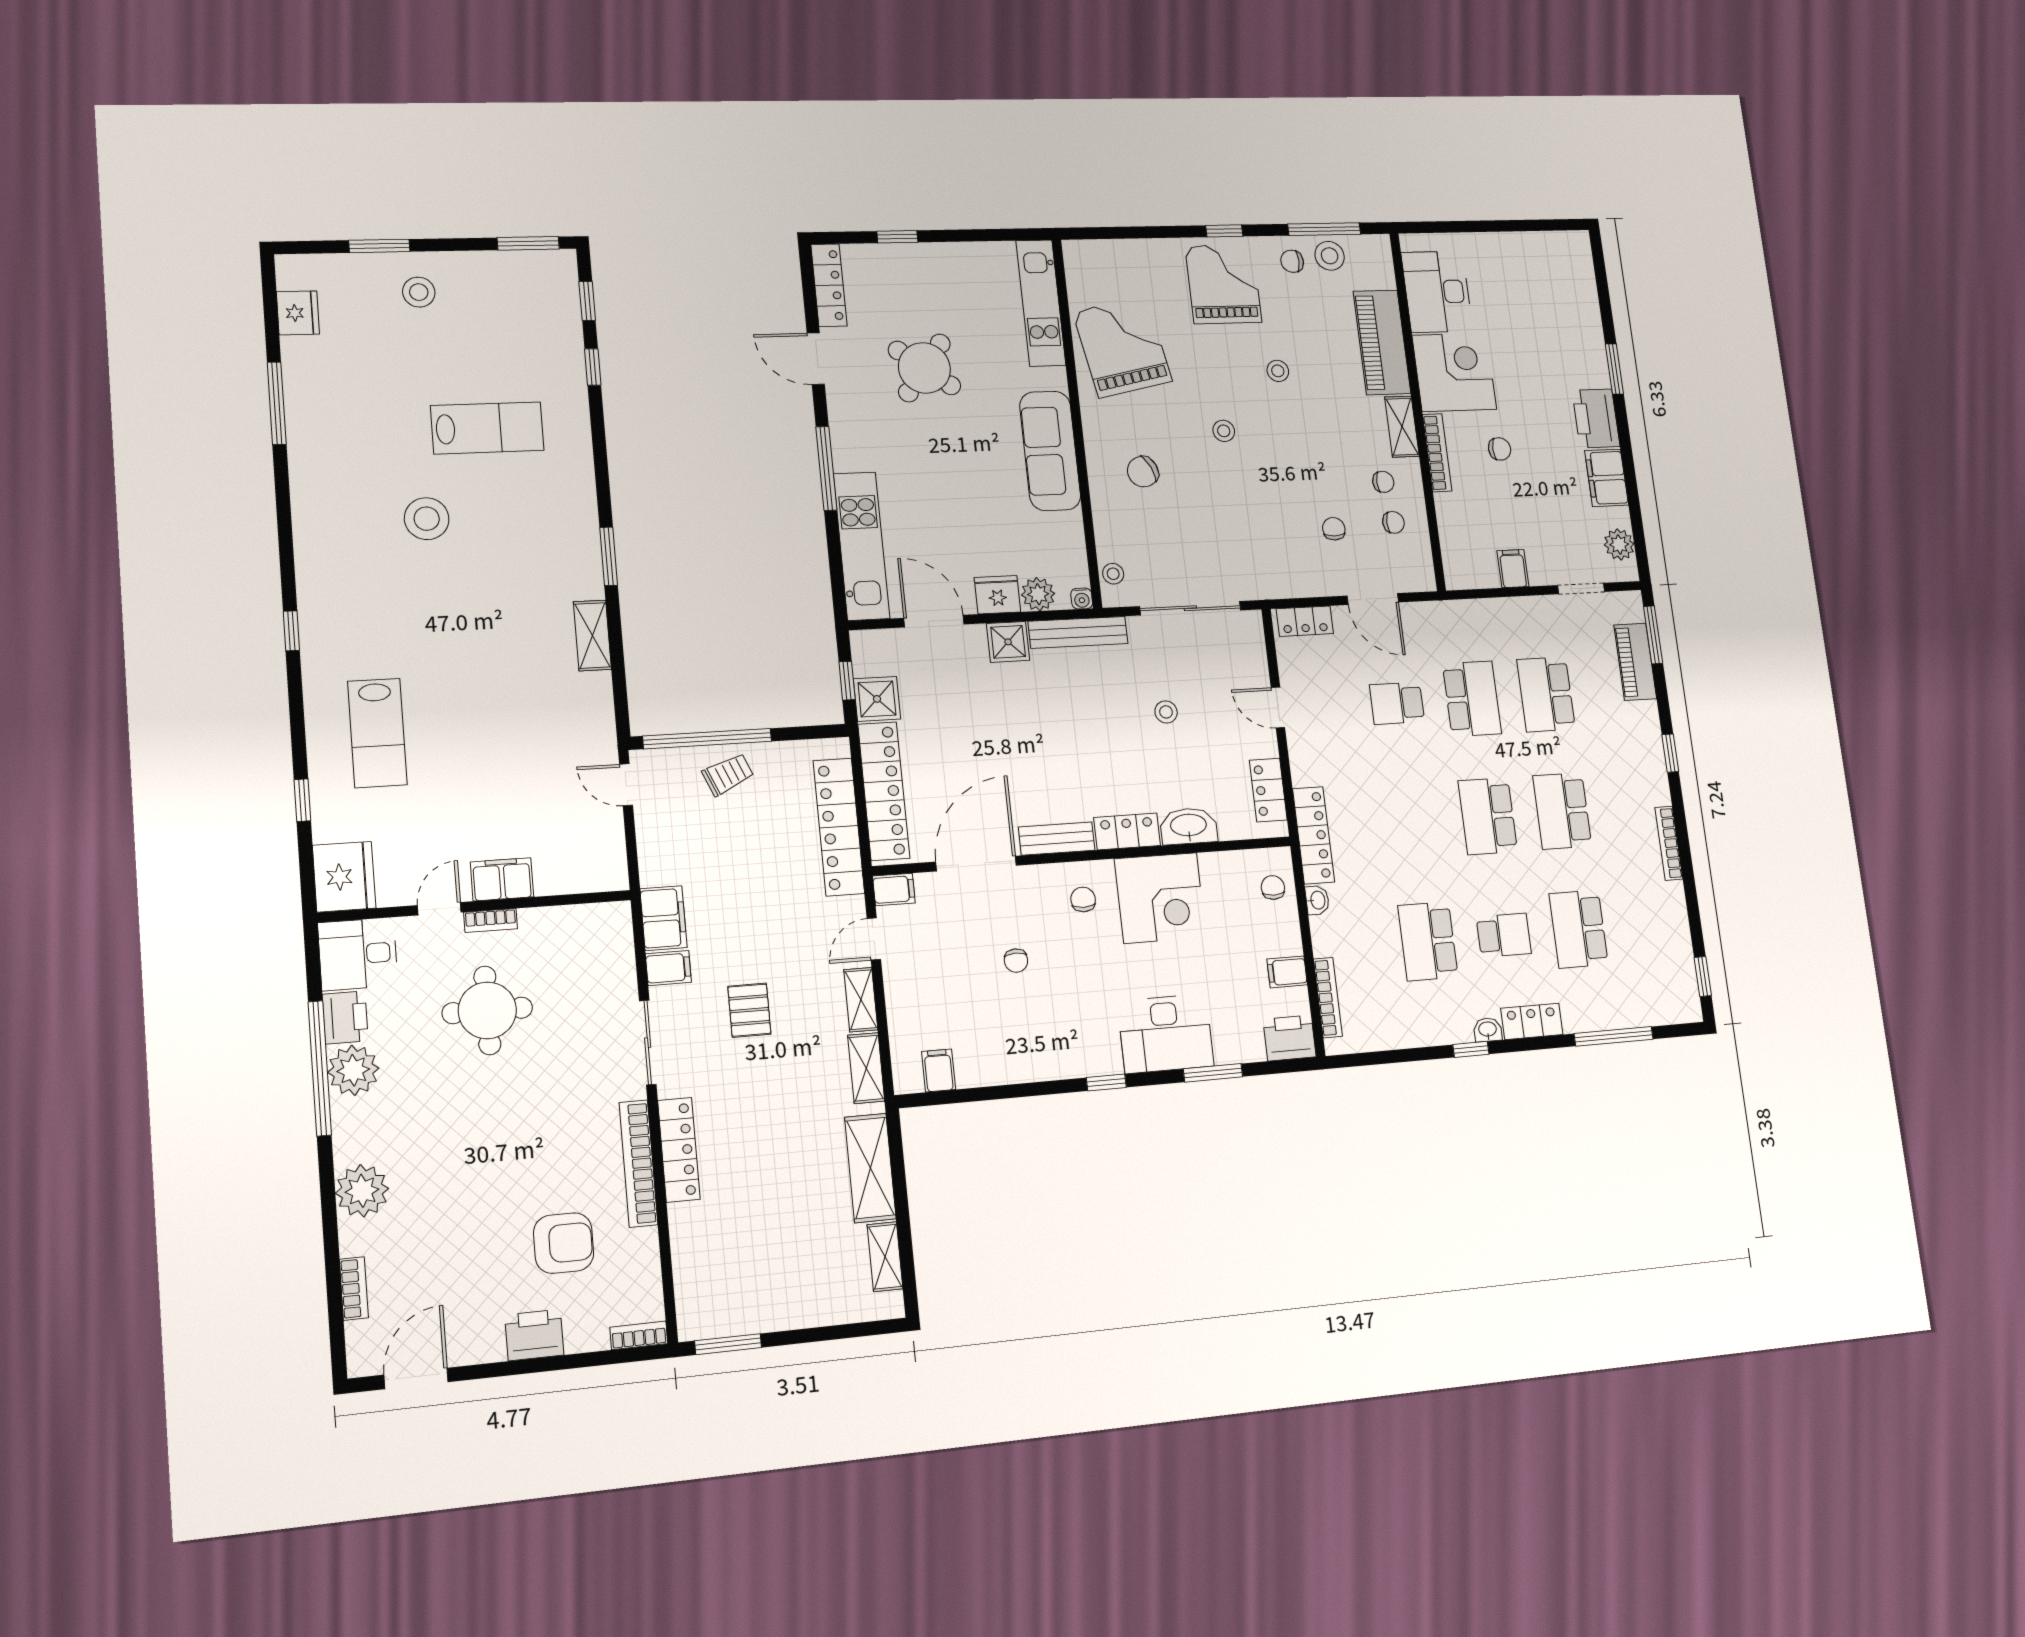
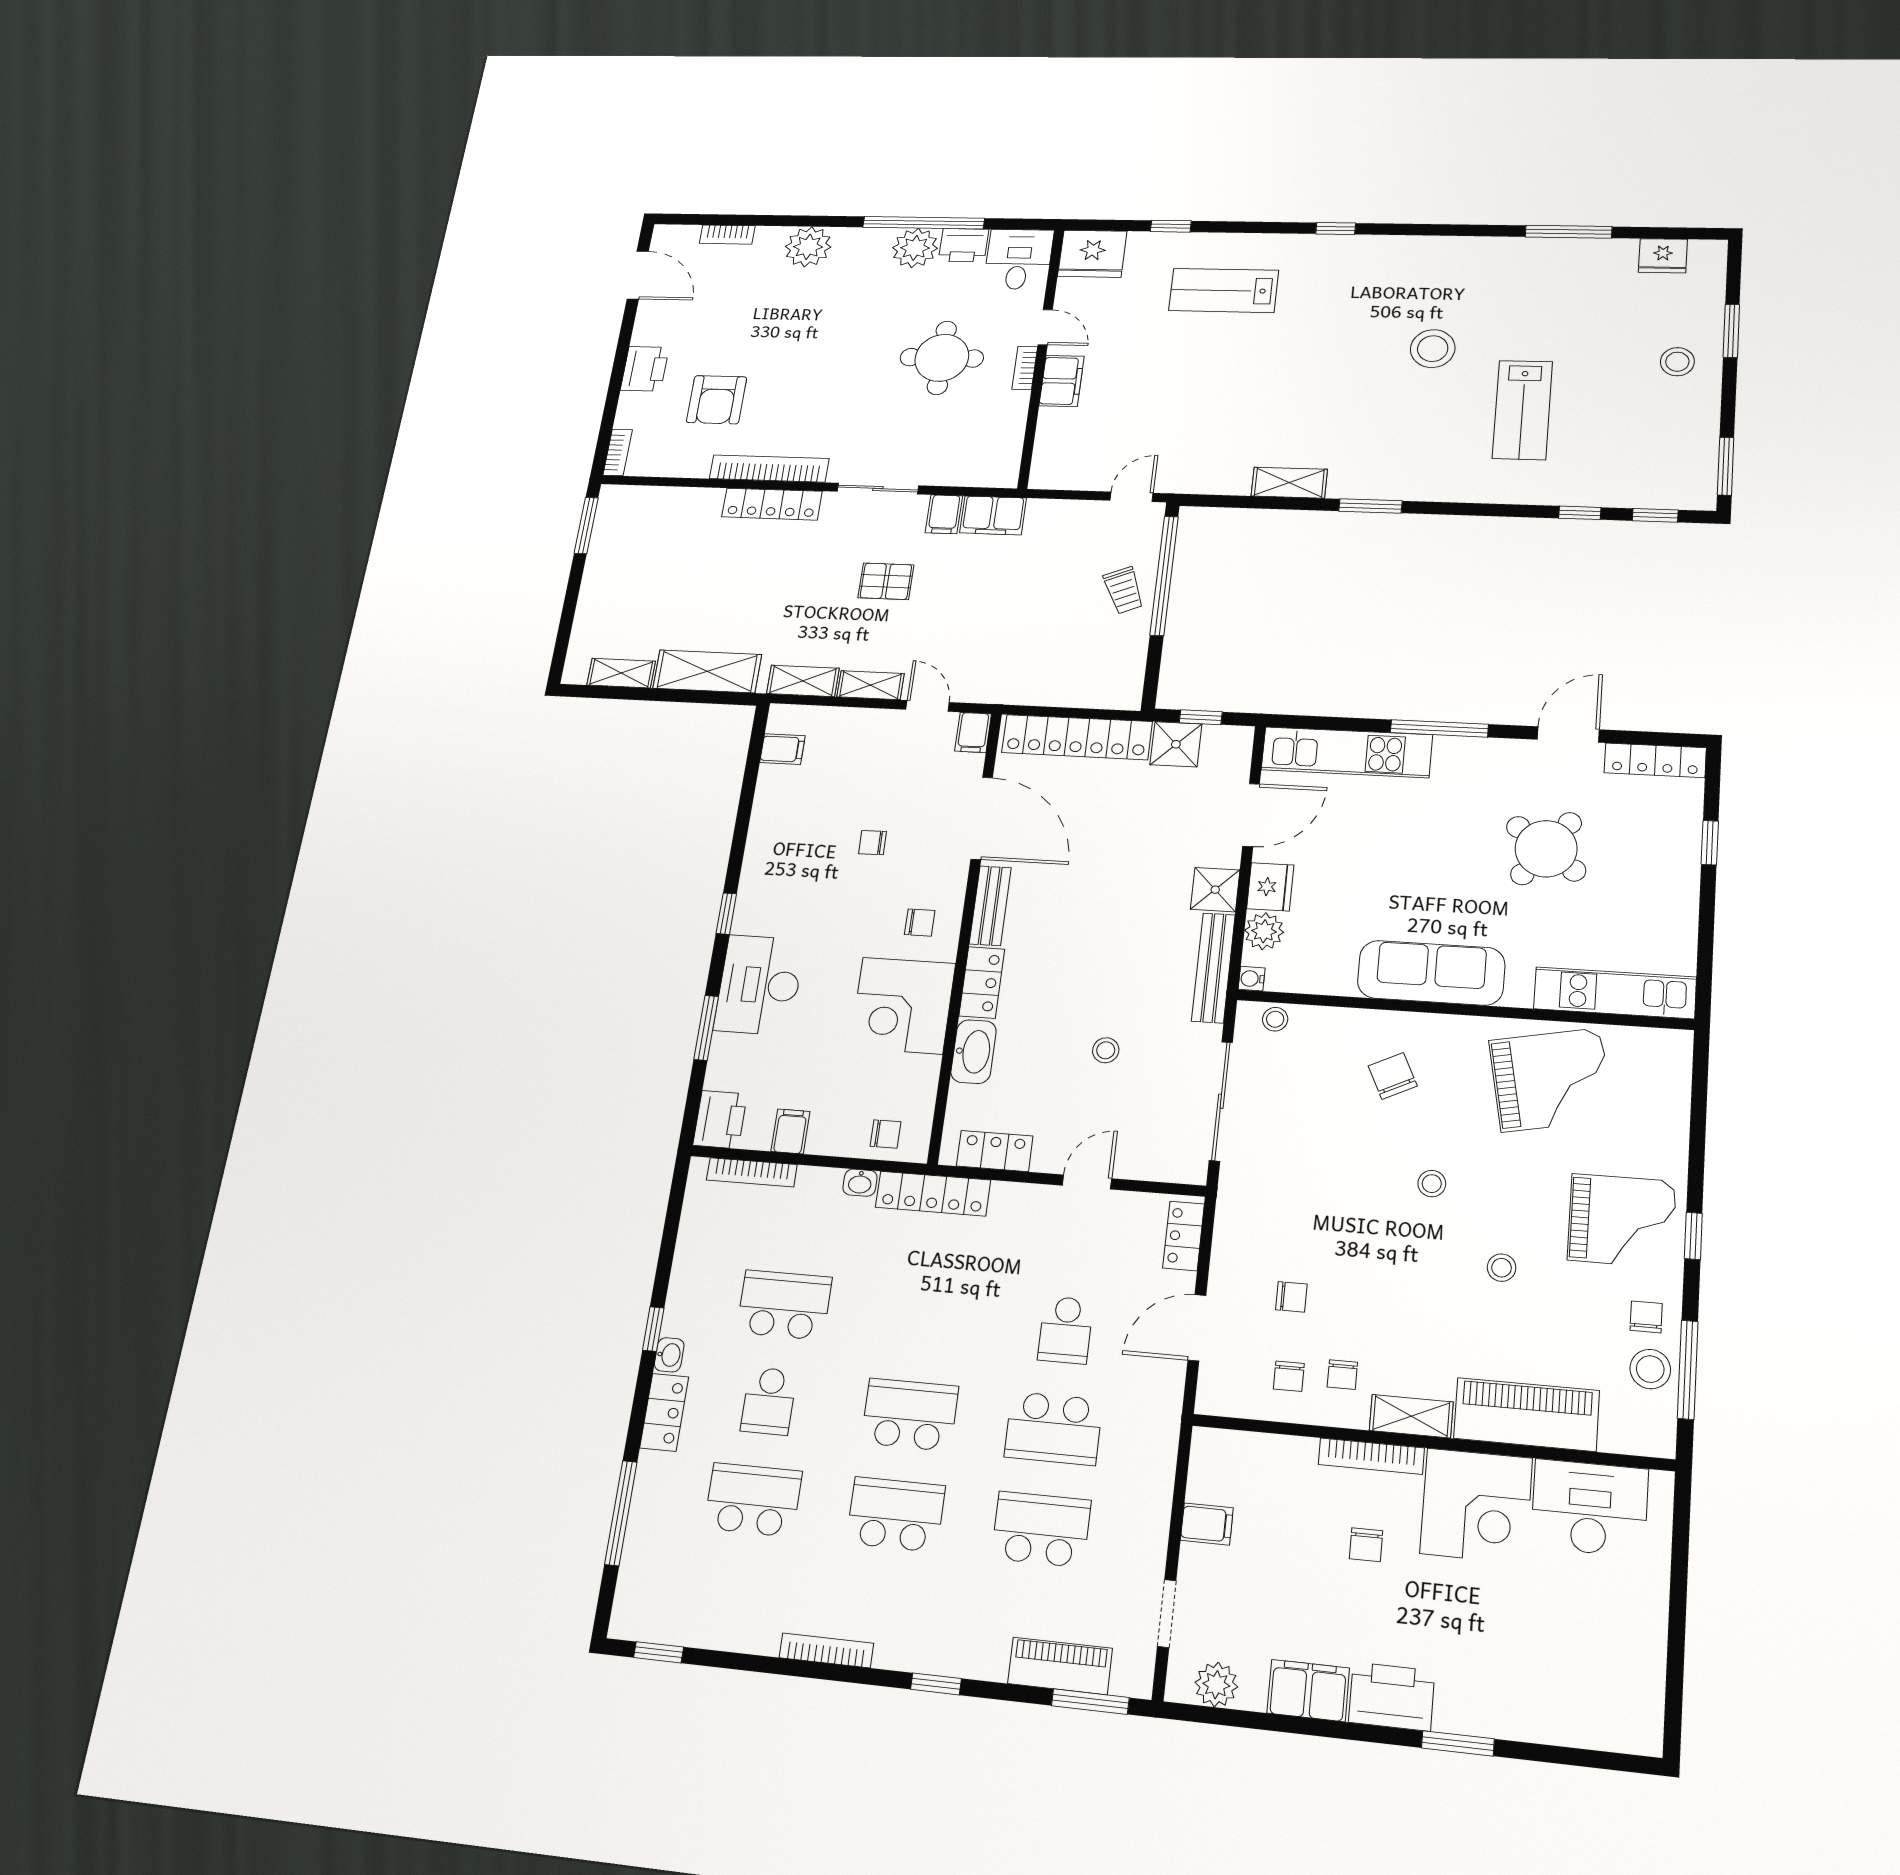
school desk: (1397, 703) -> (1066, 1330), turned 180
locker: (839, 827) -> (1049, 688), removed

